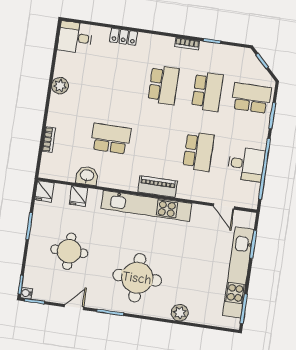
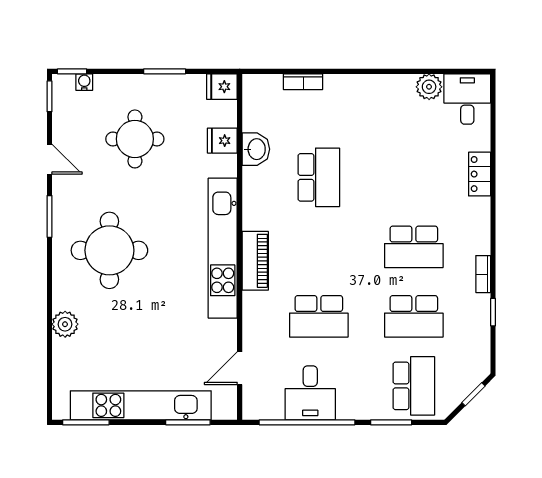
plant: (60, 86) -> (429, 87), moved
water cooler: (26, 293) -> (84, 82), moved

